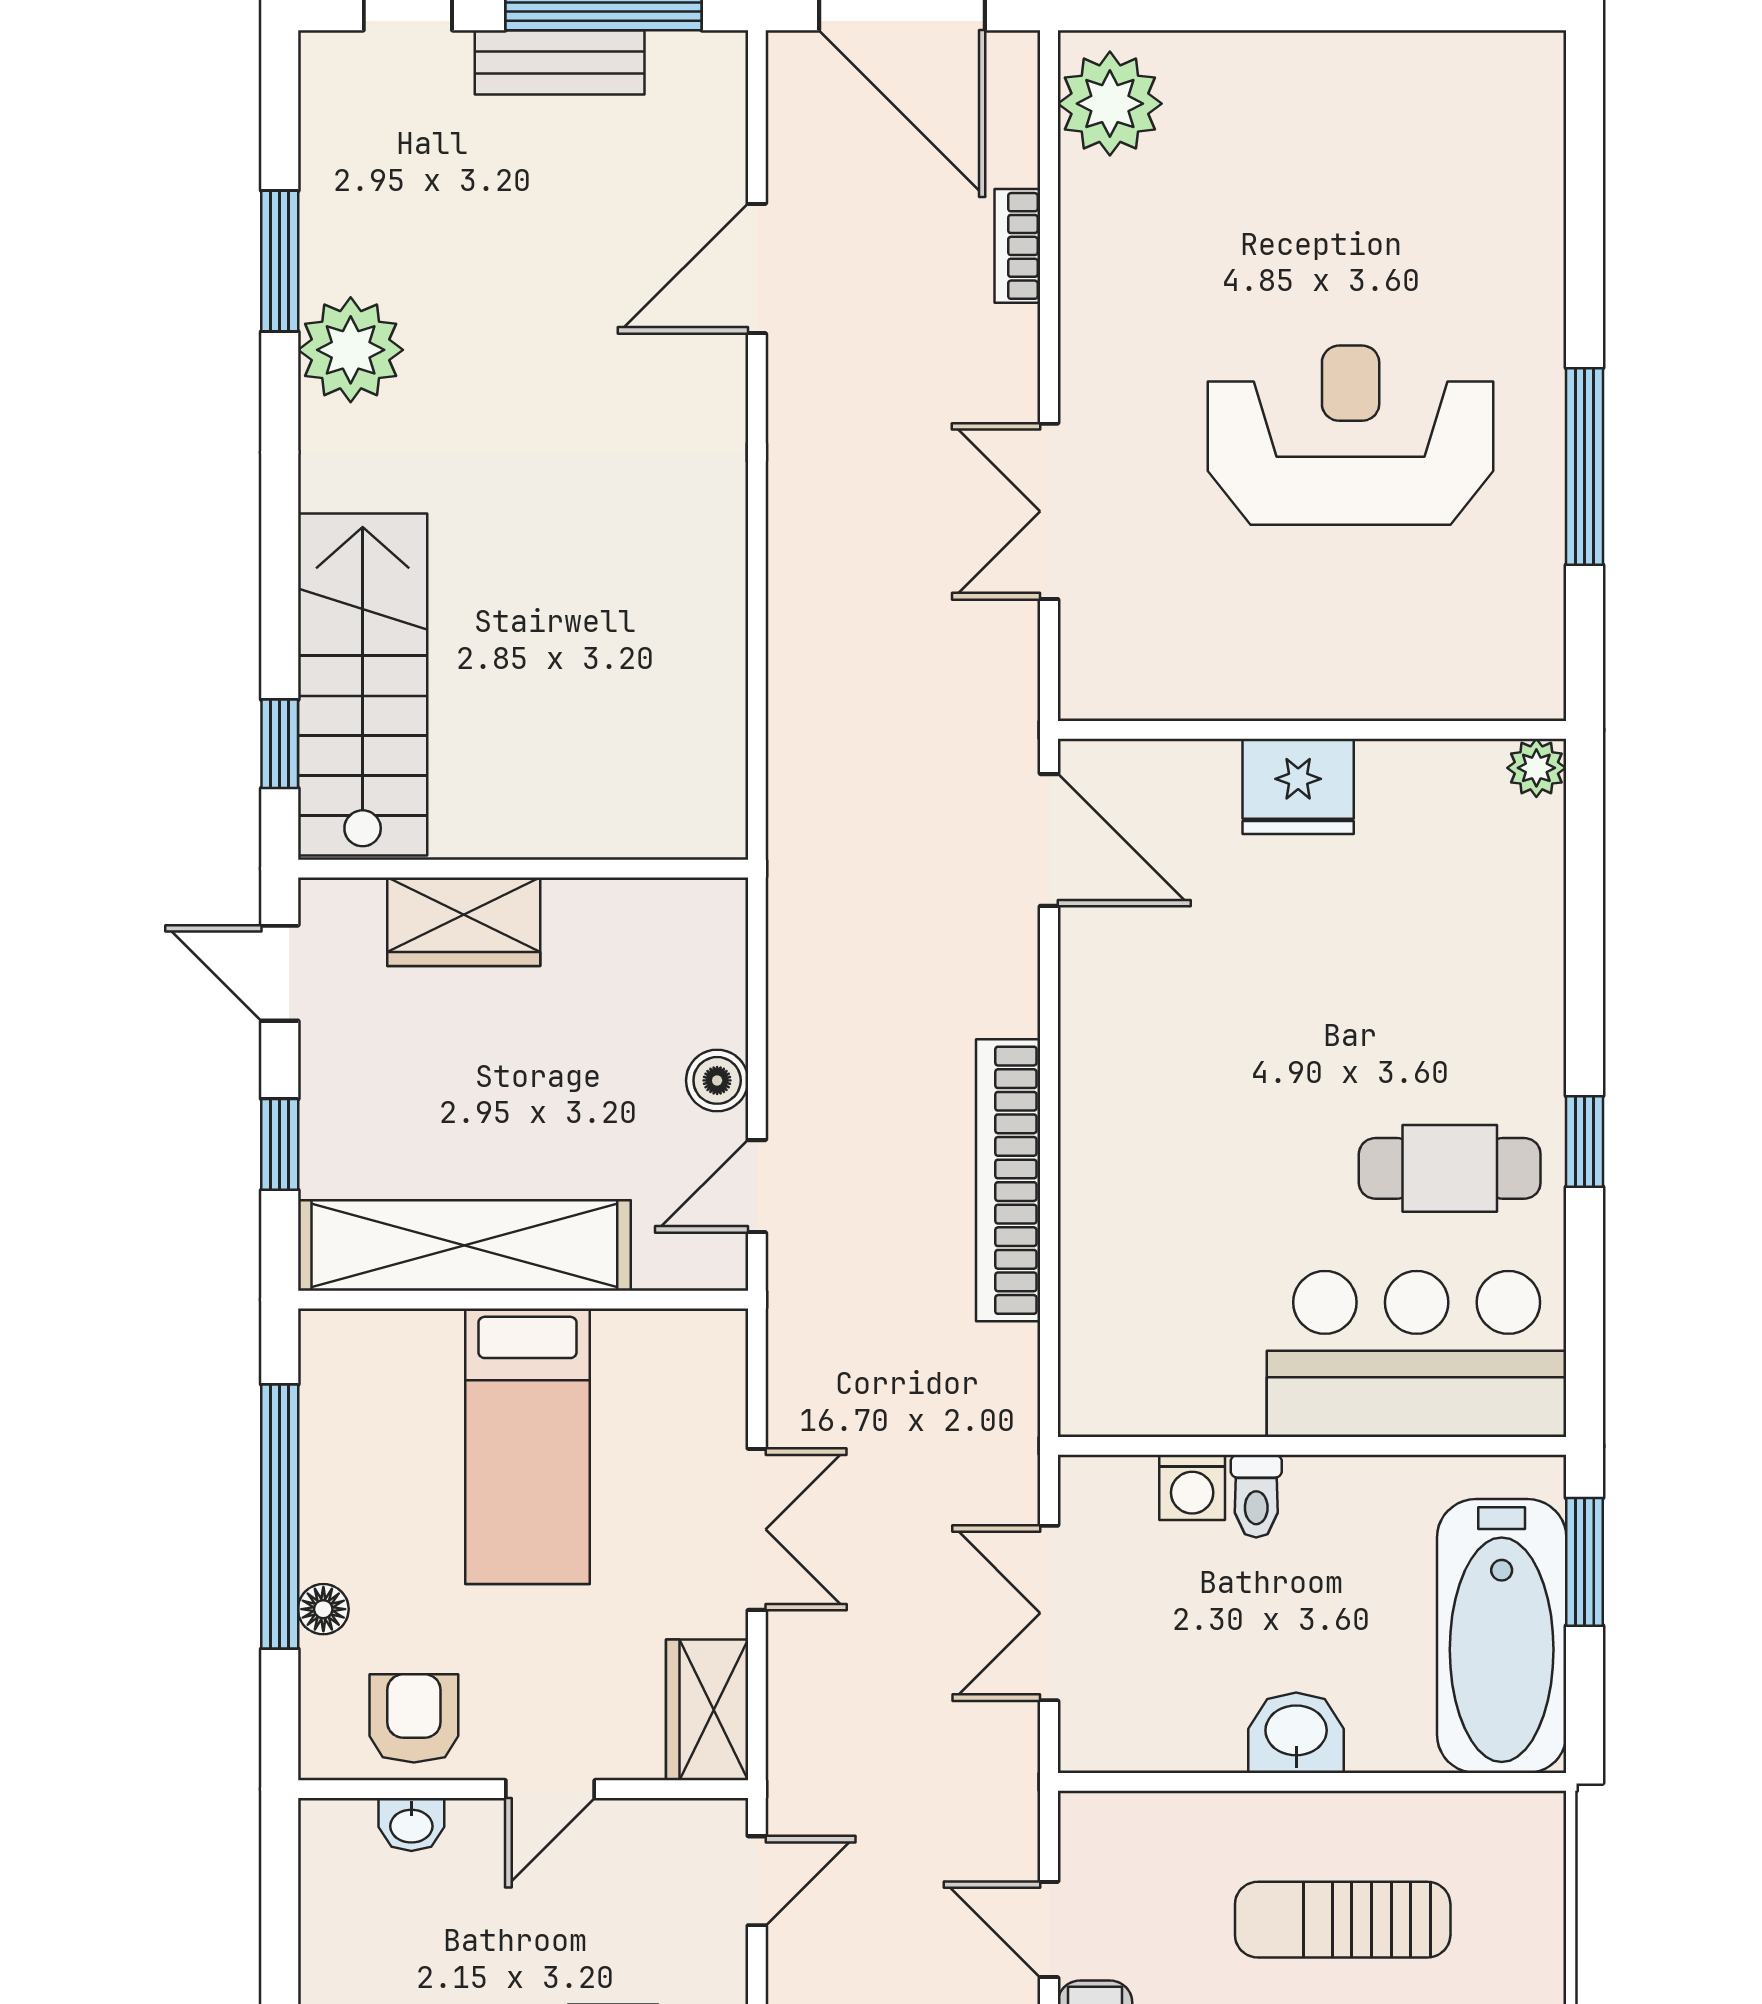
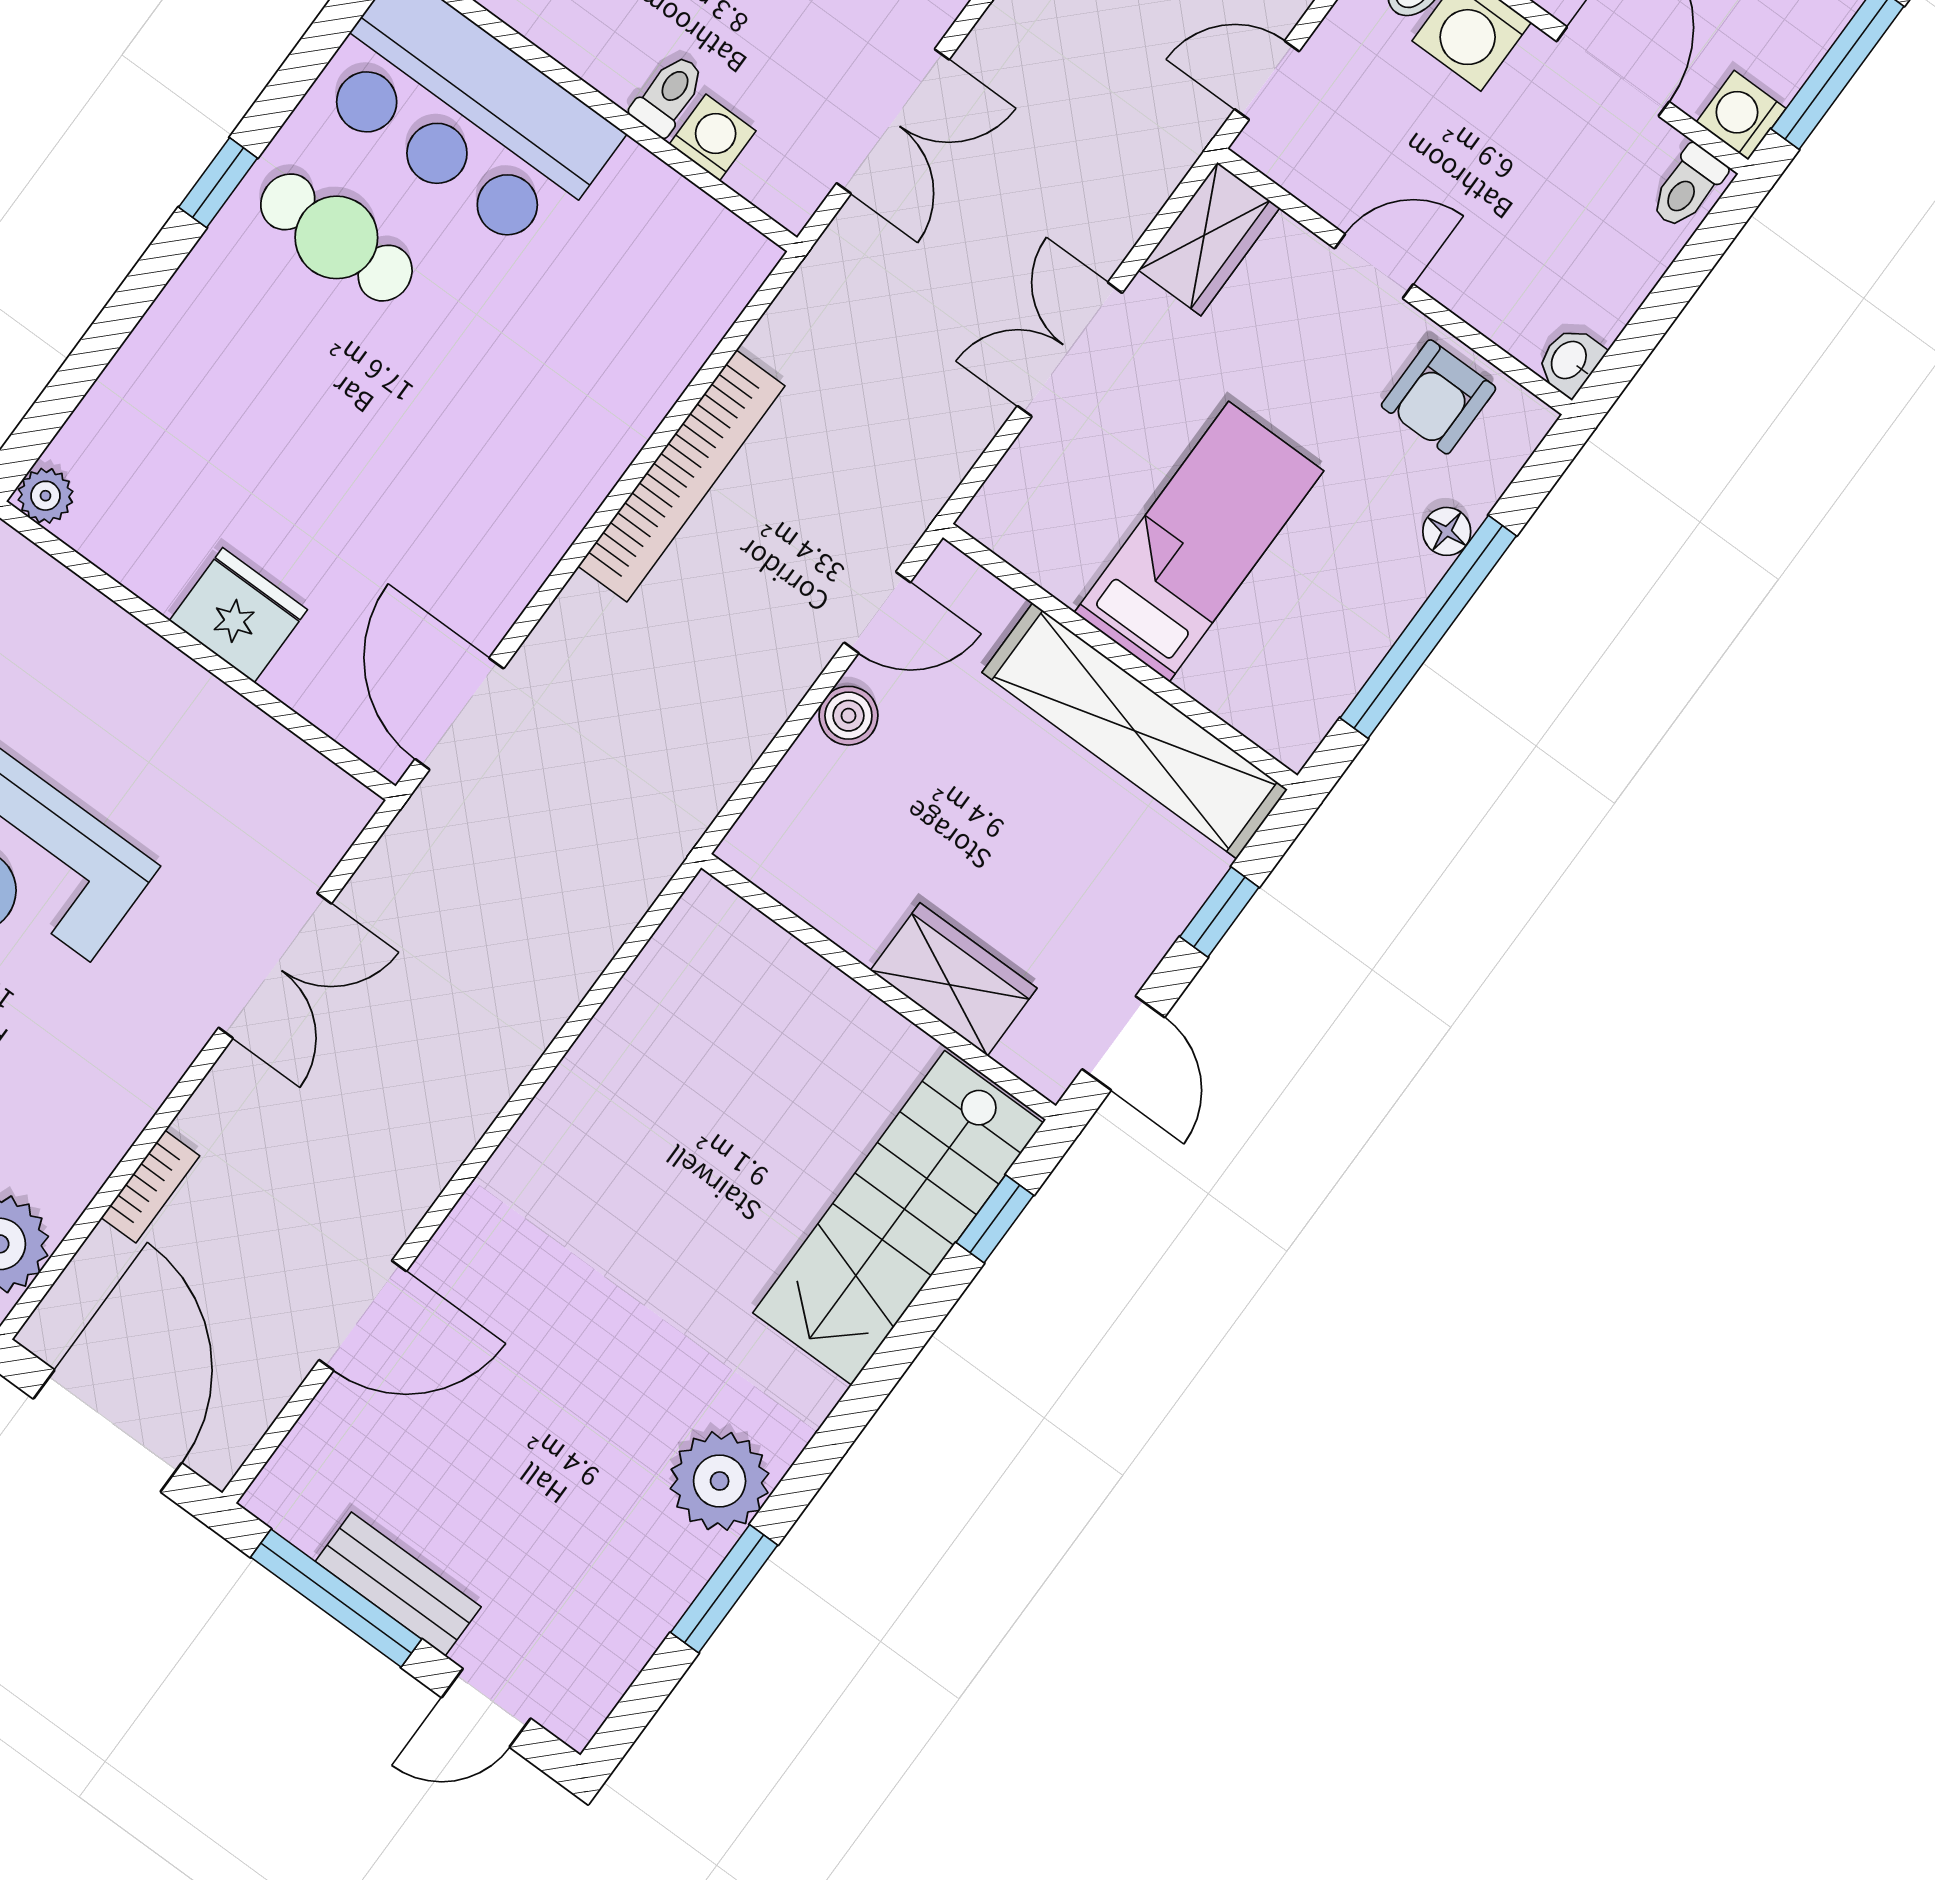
washbasin: (411, 1825) -> (1570, 361), moved, turned -90

